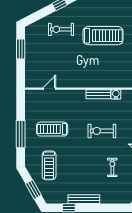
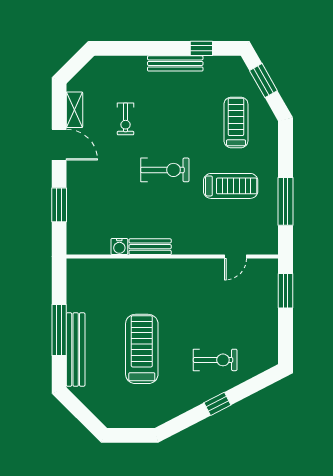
treadmill: (103, 36) -> (142, 349), turned 90
window: (21, 49) -> (286, 291), moved
exercise bike: (102, 131) -> (165, 170), moved
window: (21, 134) -> (286, 201), moved

